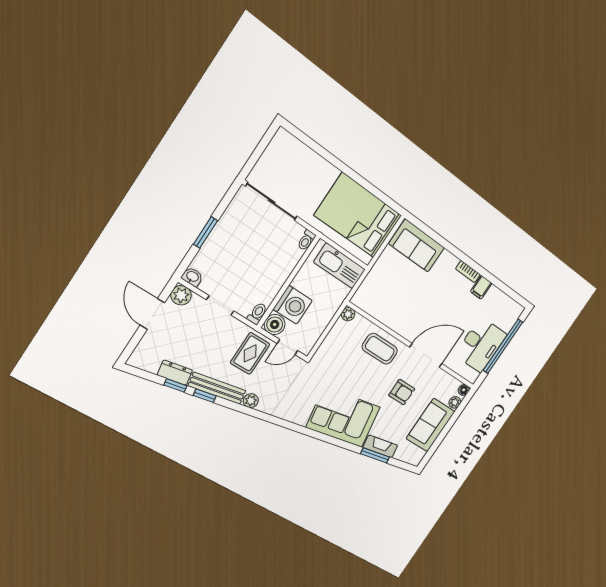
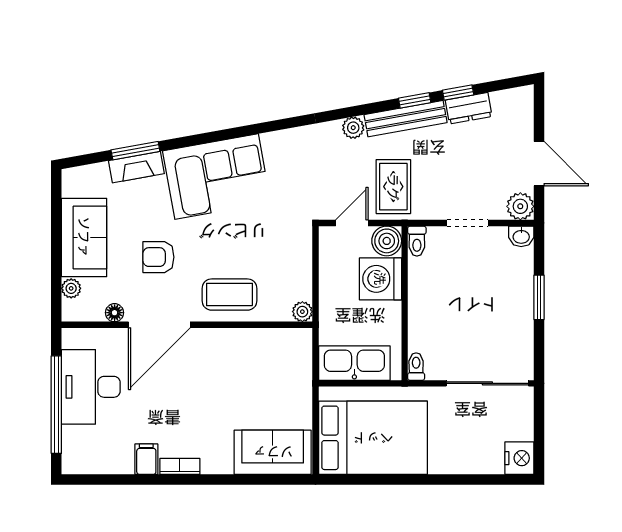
nightstand: (282, 142) -> (519, 458), added
floor lamp: (464, 390) -> (115, 313), moved

